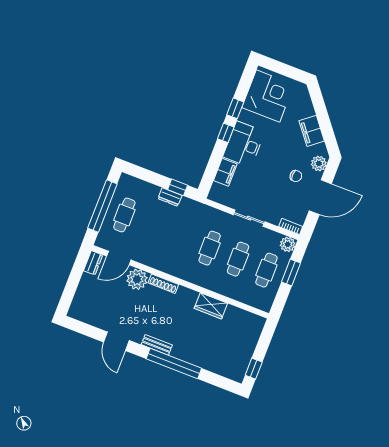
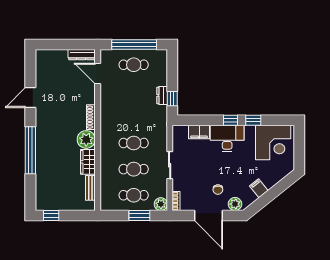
filing cabinet: (312, 131) -> (259, 188), width x0.50
dresser: (93, 263) -> (82, 55), width x1.44
plant: (137, 279) -> (86, 139), moved
bench: (157, 345) -> (90, 188), moved

